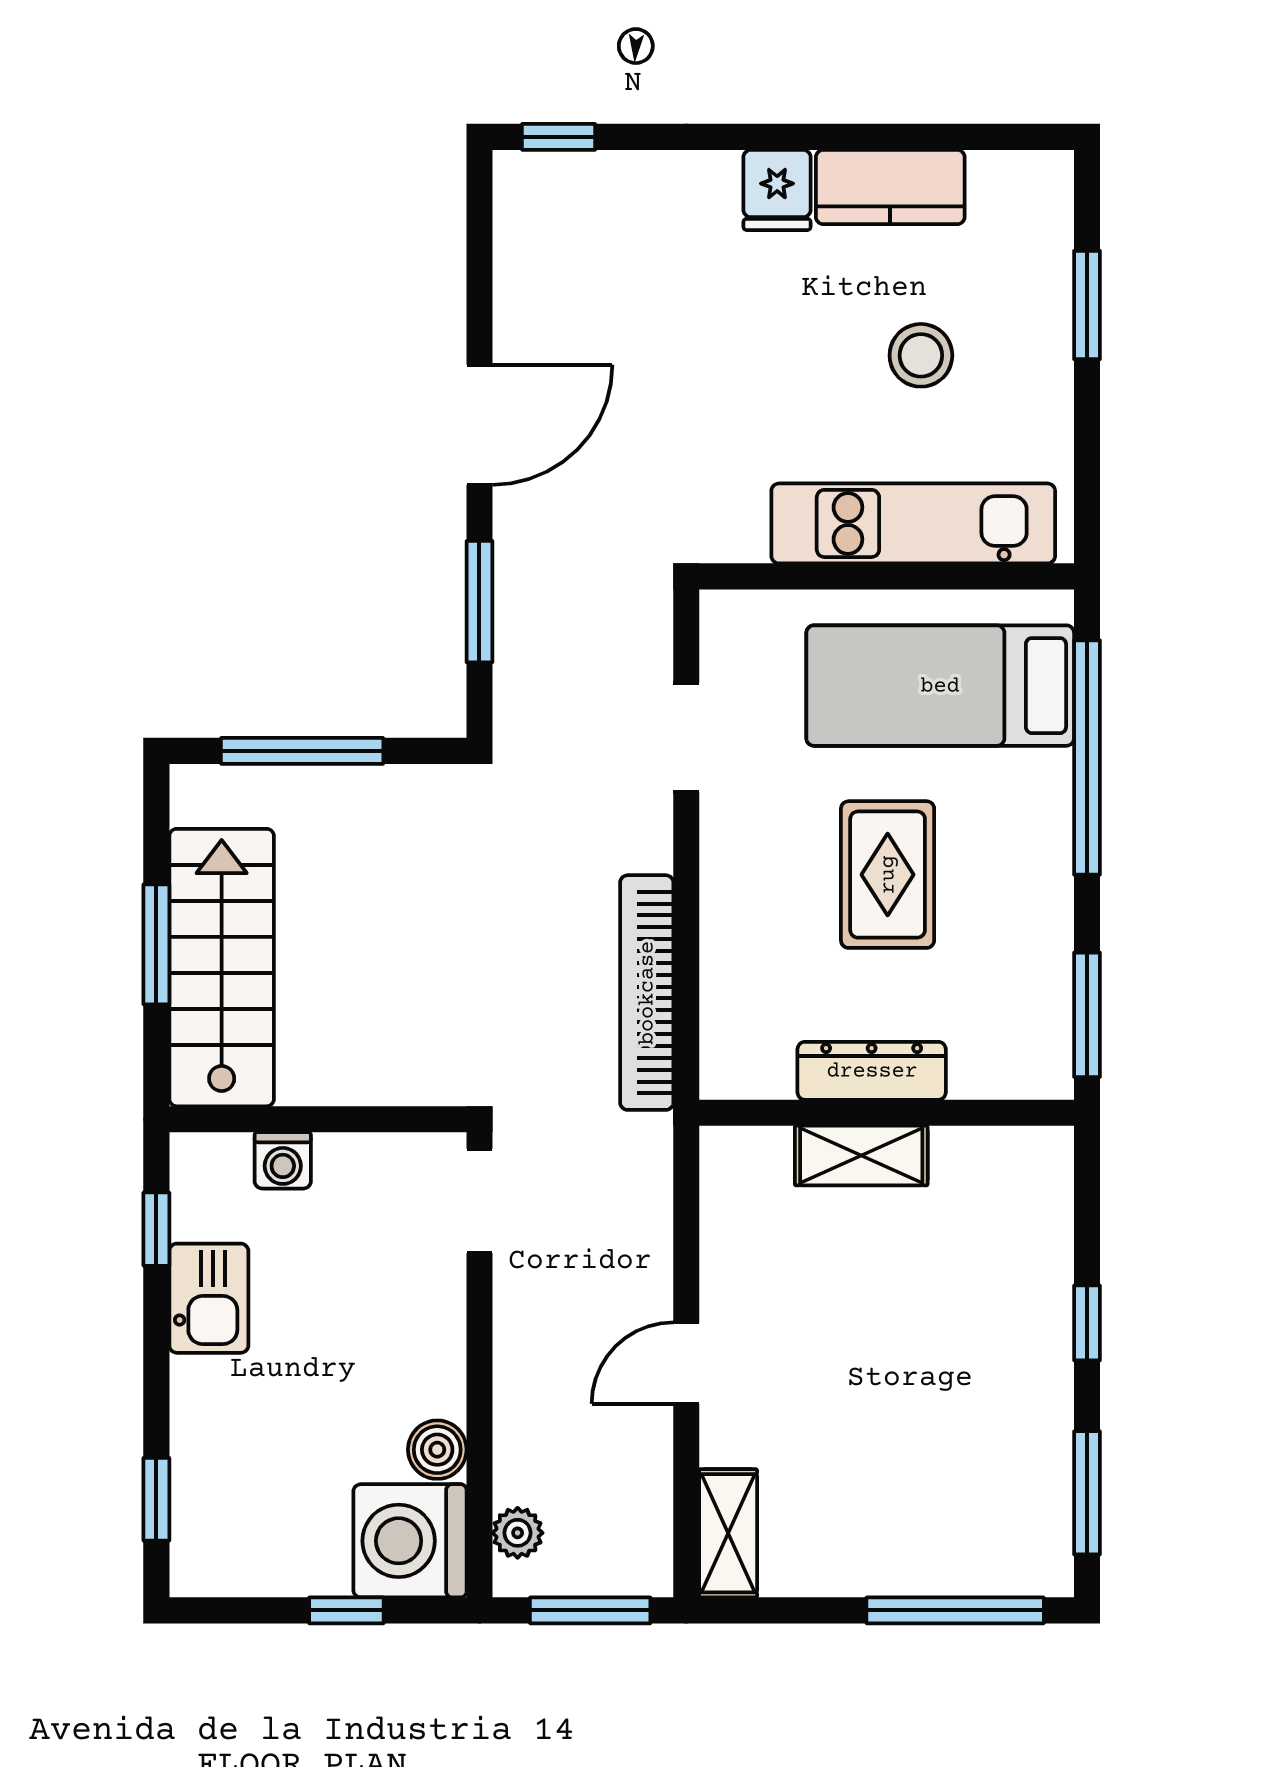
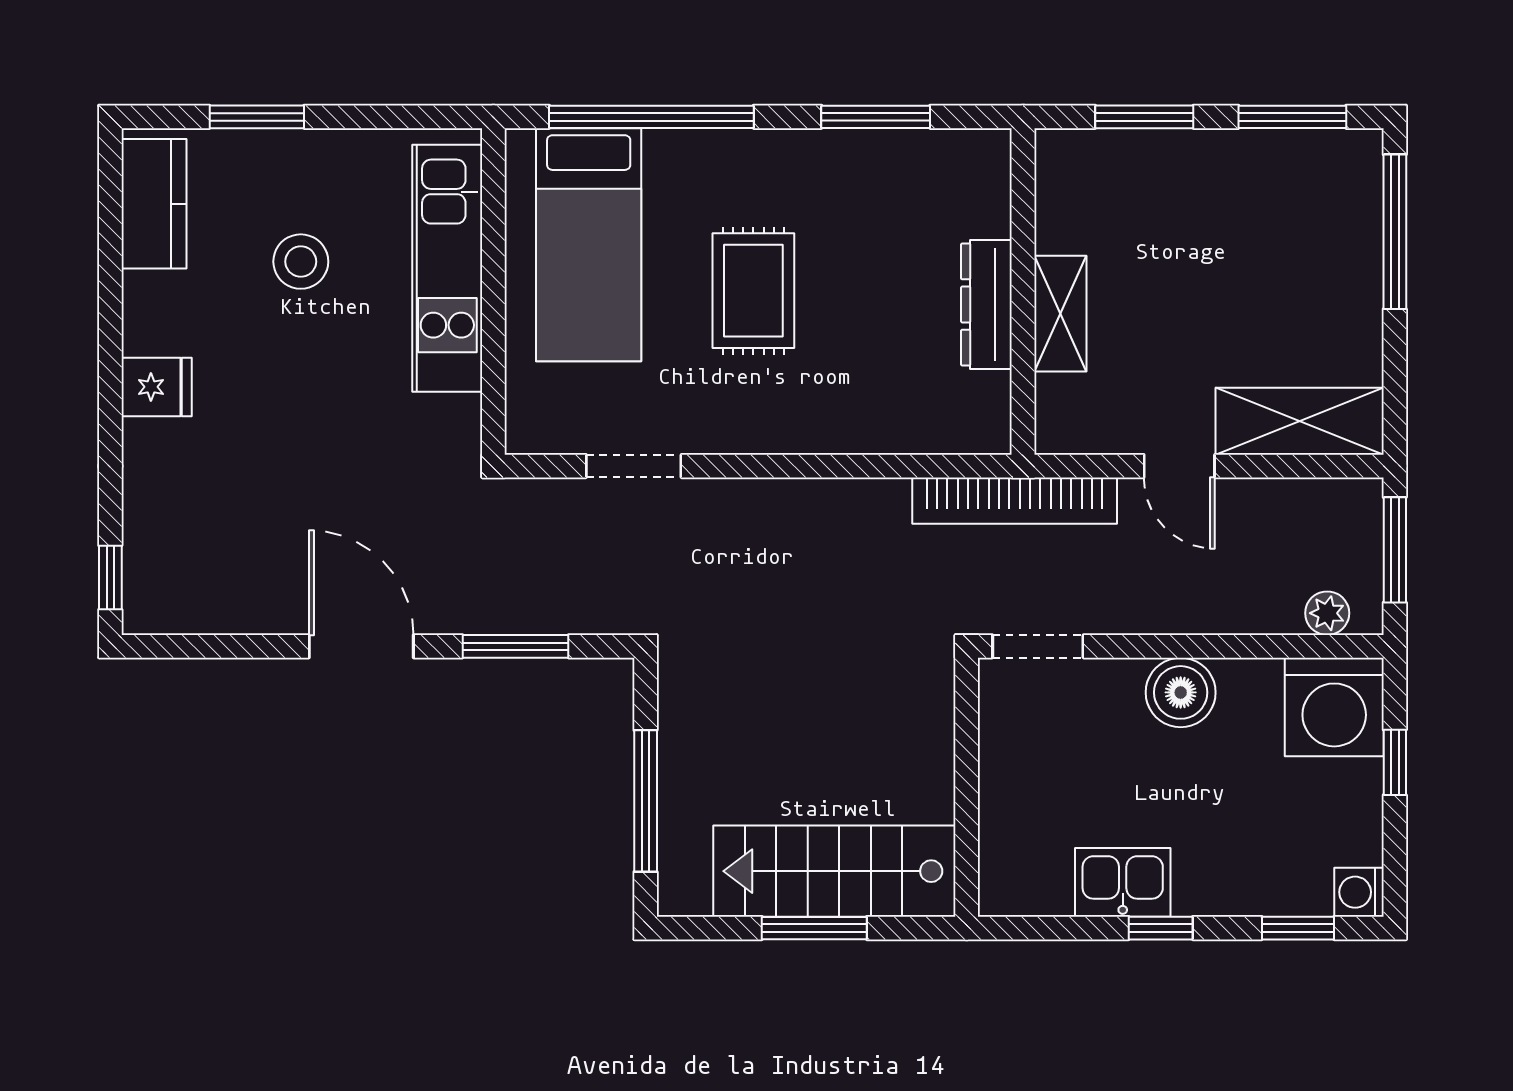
kitchen counter: (890, 187) -> (154, 204), moved
rug: (888, 875) -> (753, 291), turned 90
bookcase: (647, 993) -> (1015, 501), moved
dresser: (872, 1071) -> (986, 305), moved
wall: (887, 1113) -> (1023, 291), moved
shelving: (861, 1156) -> (1060, 314), moved
washing machine: (283, 1160) -> (1359, 892), moved, turned 180
window: (156, 1229) -> (1161, 928), moved
window: (1087, 1323) -> (1144, 117), width x1.50
boiler: (437, 1450) -> (1181, 692), moved, width x1.36, depth x1.36
shelving: (728, 1533) -> (1300, 421), width x1.50, depth x1.33

